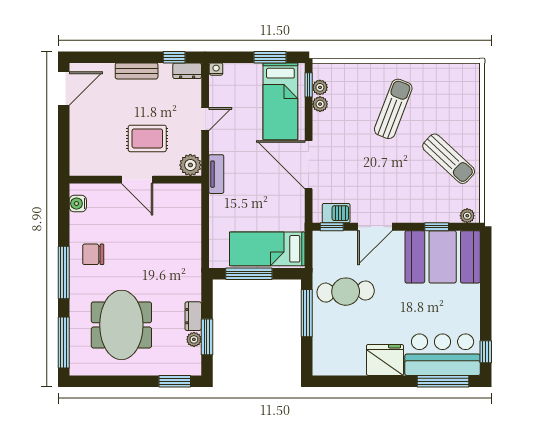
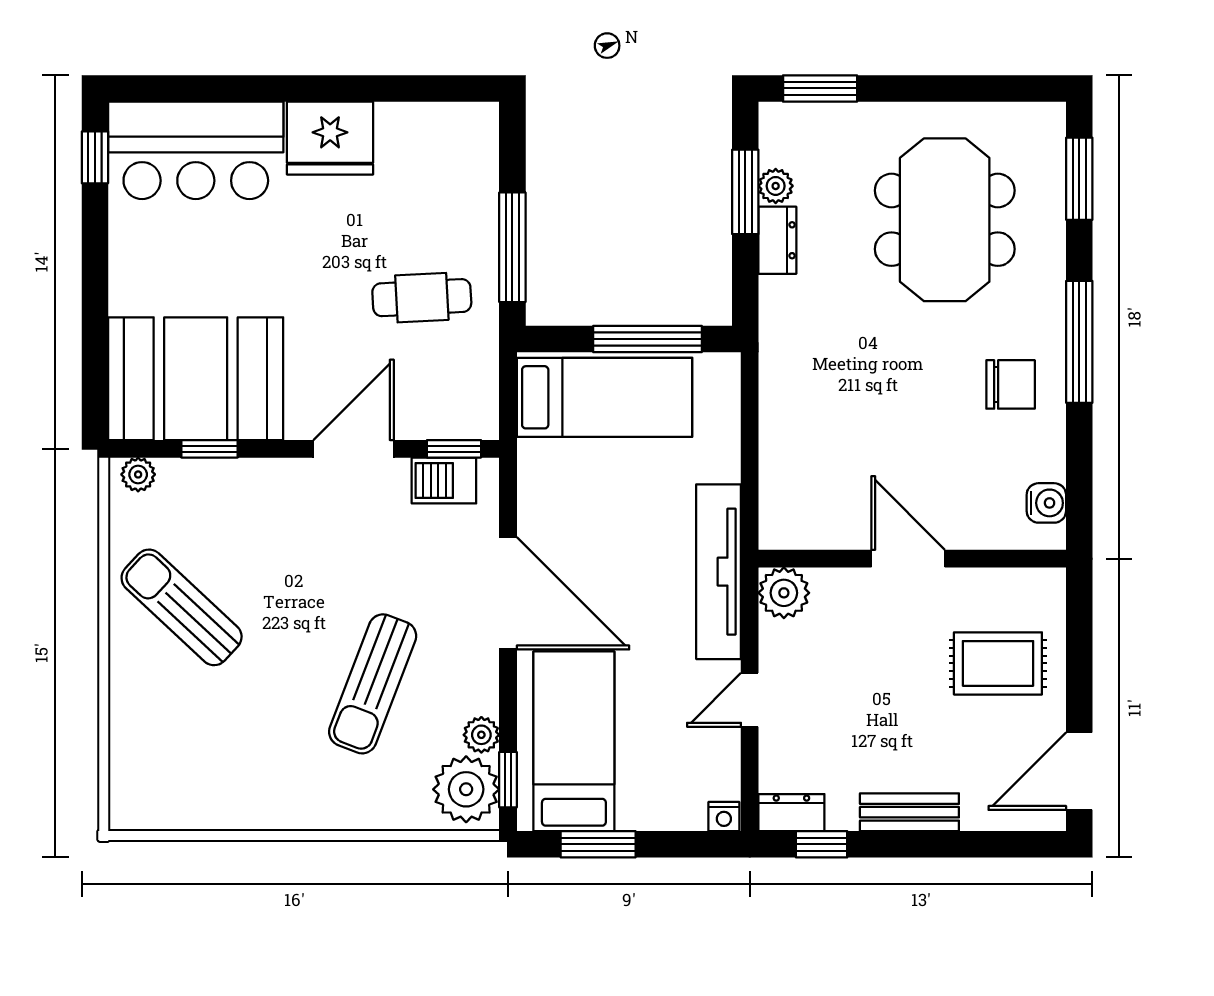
plant: (320, 87) -> (466, 789), width x1.88, depth x1.88
sun lounger: (393, 109) -> (373, 684), moved
rug: (147, 138) -> (998, 663), moved
tv unit: (216, 174) -> (719, 572), width x1.92, depth x1.29
cafe table: (346, 292) -> (422, 298), width x0.73, depth x0.74
window: (64, 343) -> (1079, 179), width x0.69
window: (443, 381) -> (195, 88), removed

